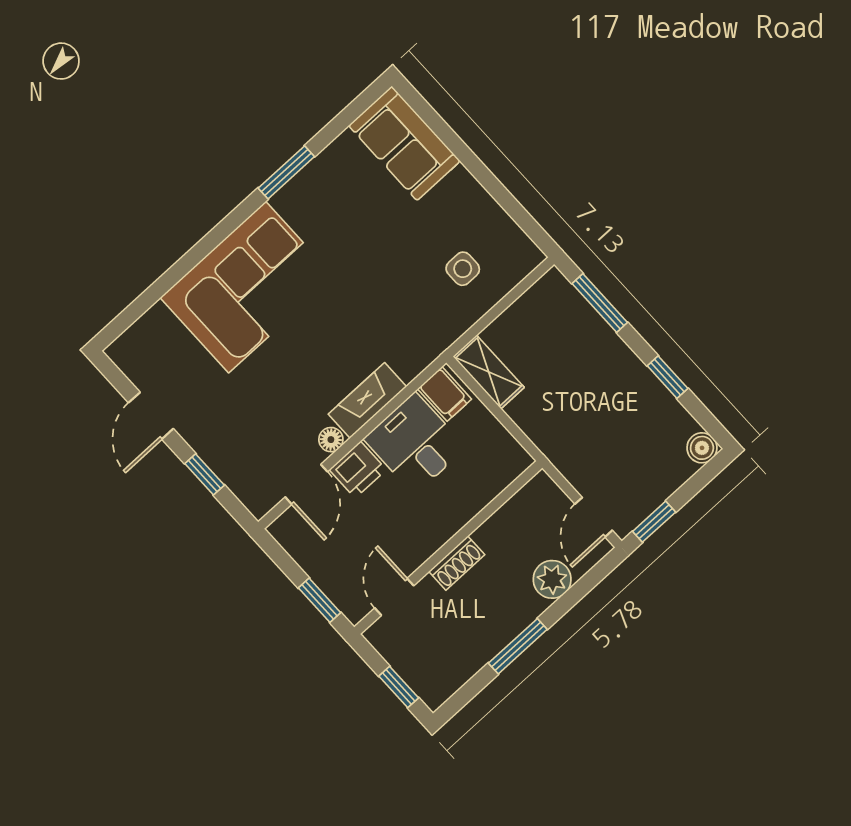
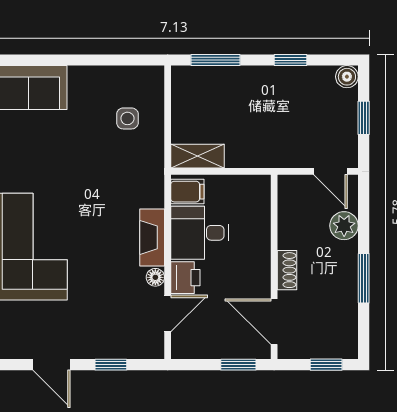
door: (306, 484) -> (168, 313), hinge flipped
window: (654, 522) -> (364, 118), moved
door: (394, 597) -> (274, 322), width x1.38

